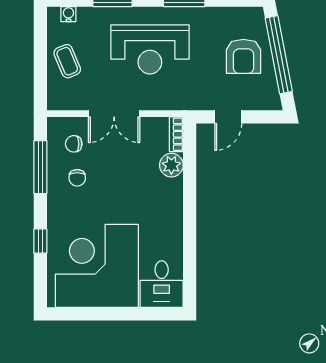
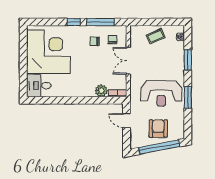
reception desk: (150, 49) -> (161, 93), moved, turned -90
armchair: (243, 56) -> (158, 129), turned 90
window: (40, 241) -> (74, 22), moved

